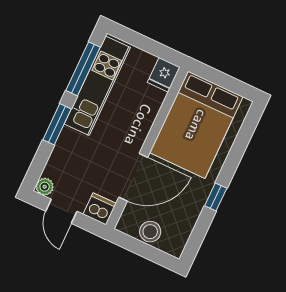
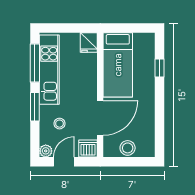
bed: (196, 125) -> (118, 65), width x0.67
stool: (78, 160) -> (59, 124), added
window: (216, 197) -> (159, 68), moved
door: (61, 211) -> (64, 162), swing flipped

